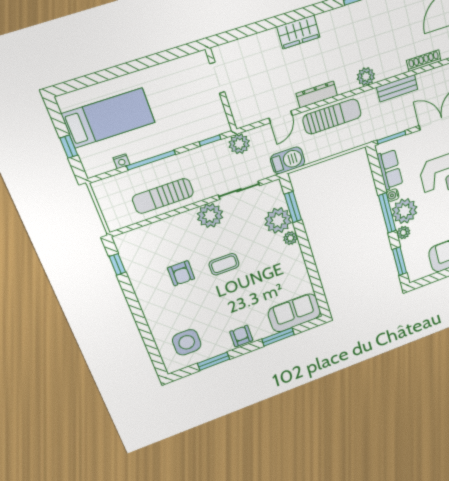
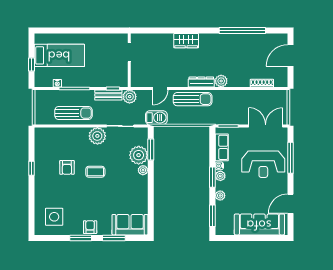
bench: (397, 88) -> (108, 95), moved
dresser: (317, 94) -> (201, 82), moved
sun lounger: (163, 196) -> (73, 113), turned 180
plant: (405, 211) -> (220, 176), width x0.53, depth x0.53
window: (387, 213) -> (212, 177), width x0.69
window: (117, 264) -> (31, 168), moved
window: (214, 361) -> (81, 238), moved

